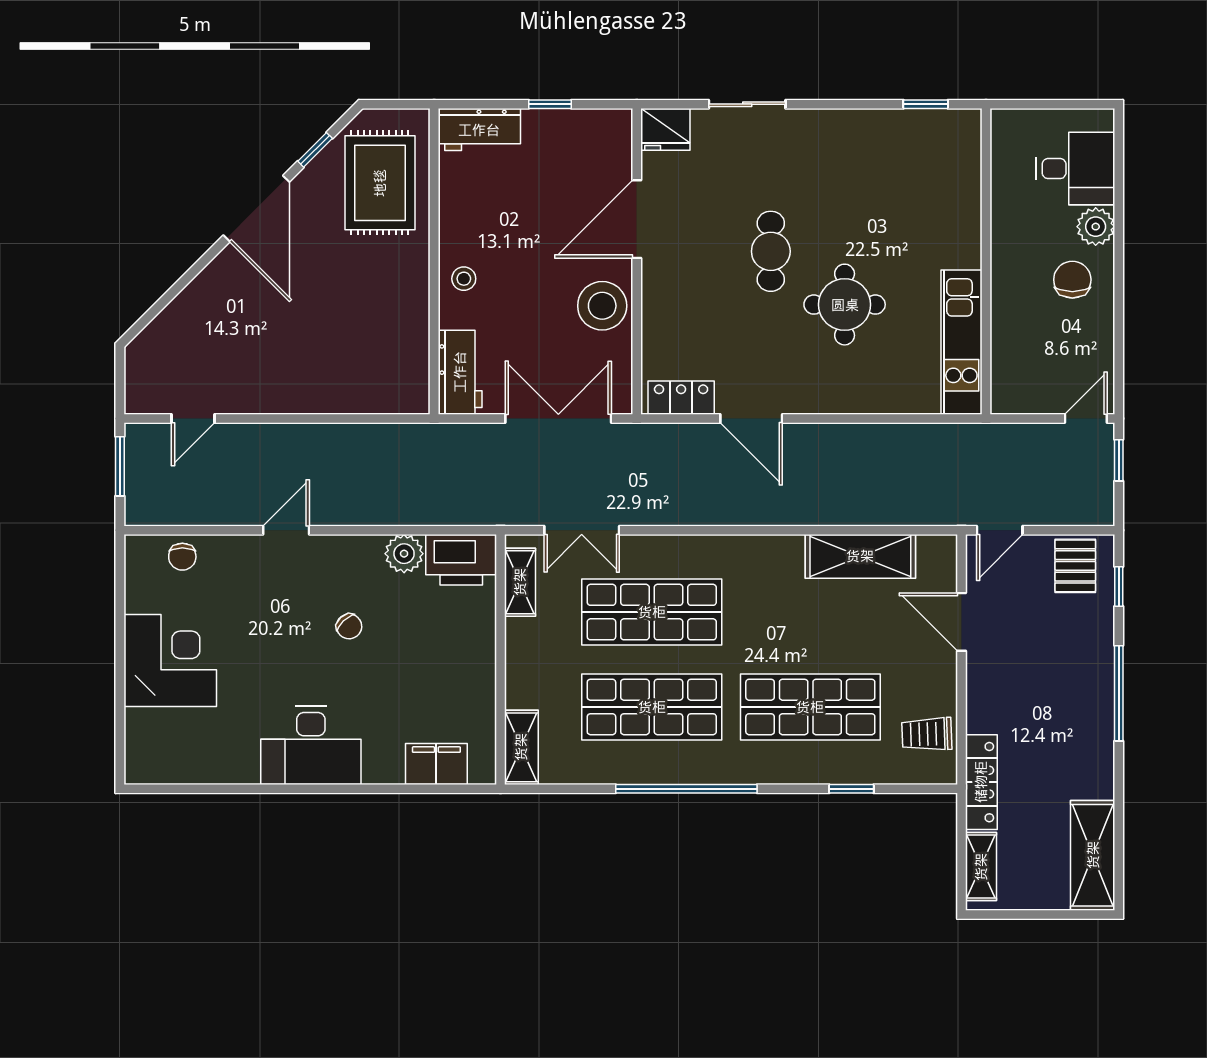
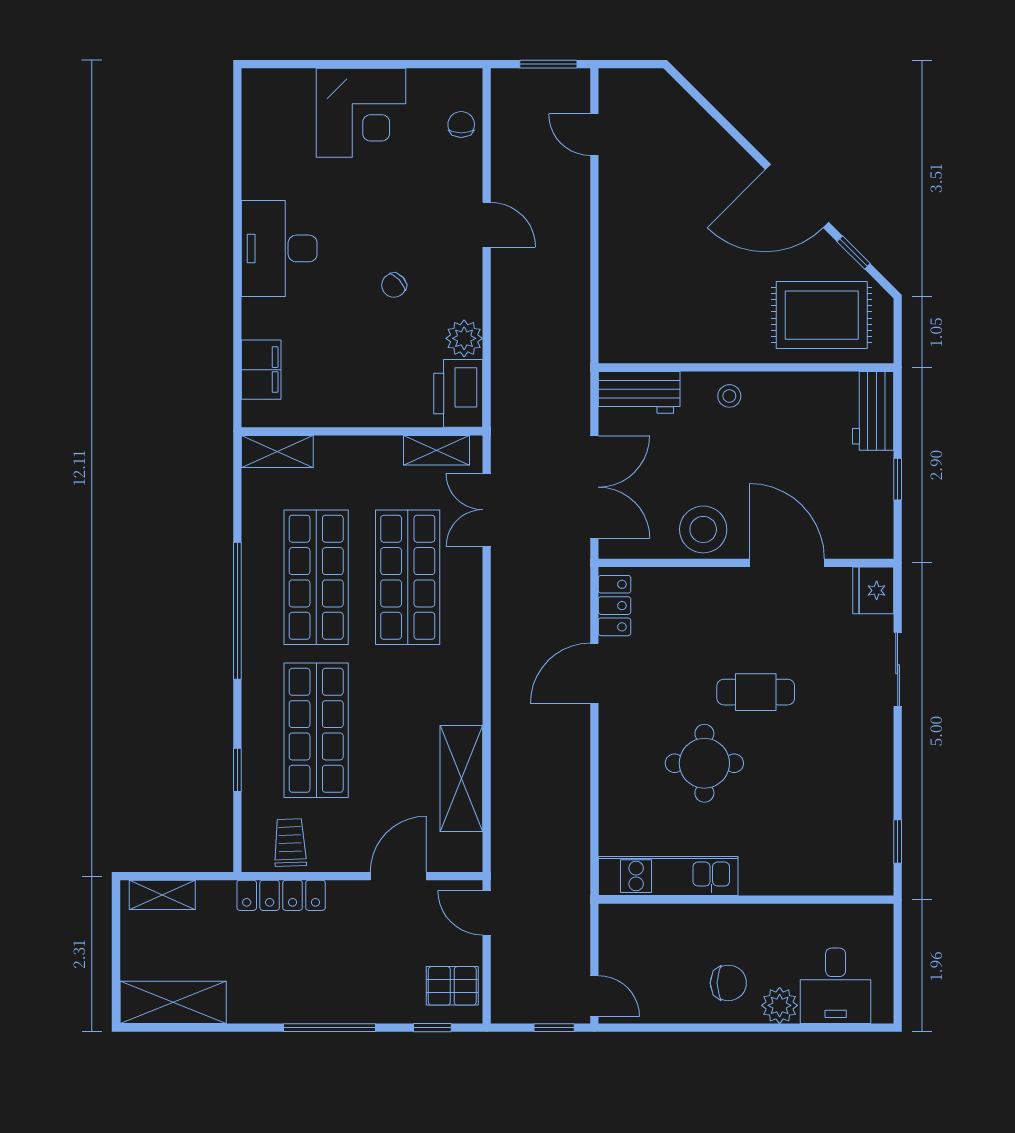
chair: (182, 557) -> (461, 124), turned 90
locker: (981, 782) -> (281, 895), moved

